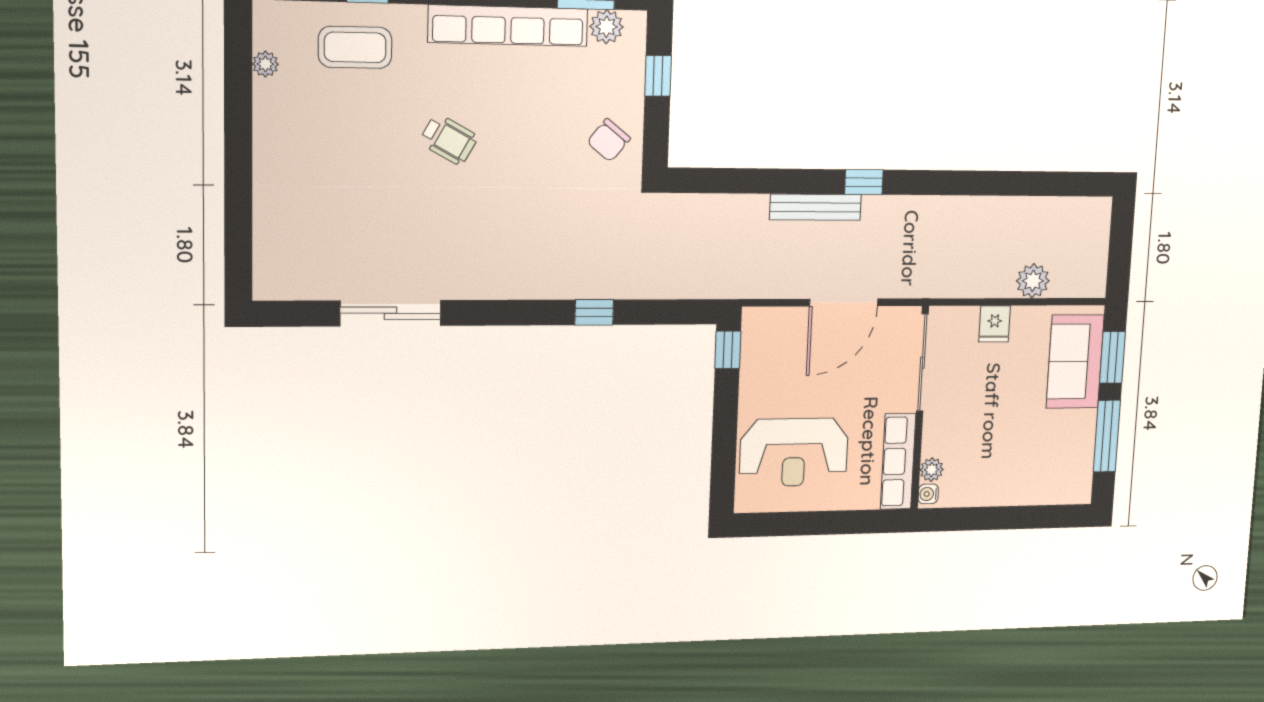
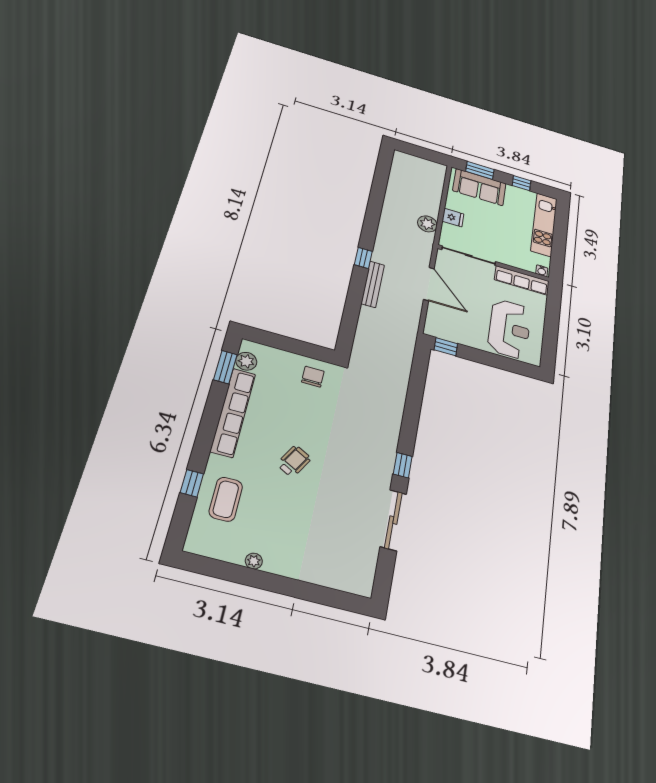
plant: (265, 64) -> (254, 561), moved
window: (658, 76) -> (281, 342), removed
chair: (609, 140) -> (313, 377), turned -129
plant: (1033, 281) -> (427, 224), moved
window: (594, 312) -> (403, 465), moved
window: (1107, 436) -> (522, 183), width x0.46
plant: (932, 470) -> (529, 266), removed
kitchen unit: (1028, 487) -> (544, 225), added

